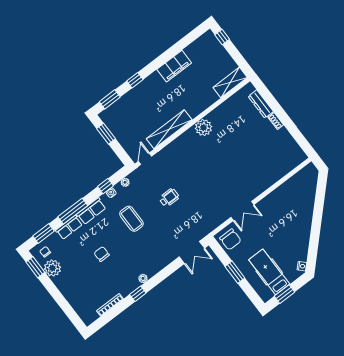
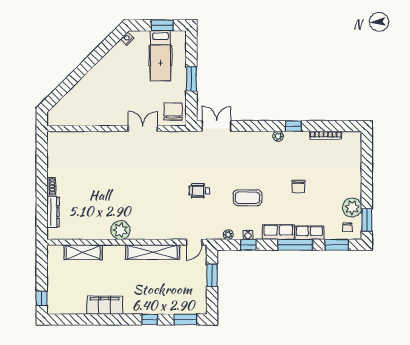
shelving: (230, 82) -> (83, 252), moved
window: (106, 134) -> (212, 275), moved
coffee table: (131, 219) -> (248, 198), turned 90

